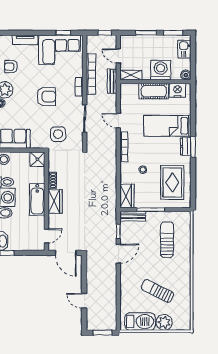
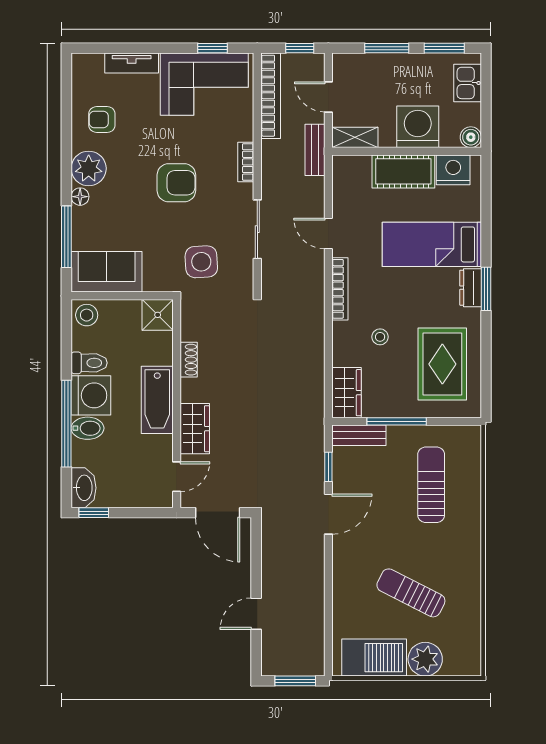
bookcase: (91, 74) -> (271, 96), moved
wardrobe: (55, 201) -> (195, 429), moved
door: (84, 301) -> (256, 614), hinge flipped

